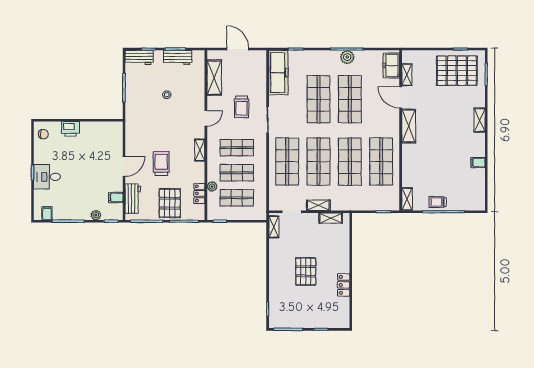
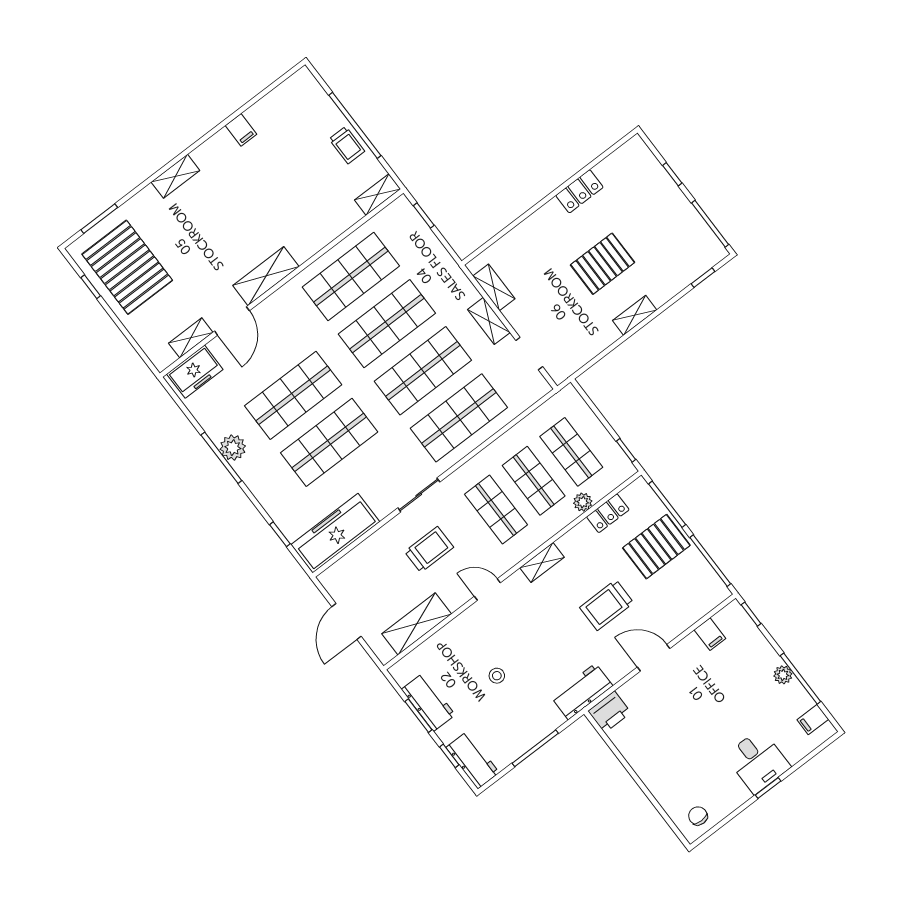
printer: (71, 129) -> (609, 712), moved, turned 90
workbench: (133, 199) -> (582, 691), moved
plant: (96, 215) -> (783, 675), moved
shelving: (274, 227) -> (635, 315), moved

